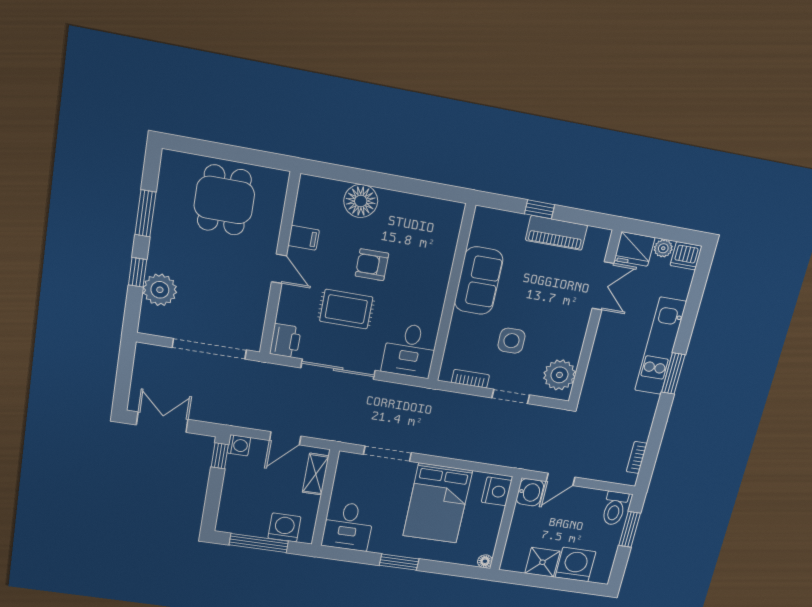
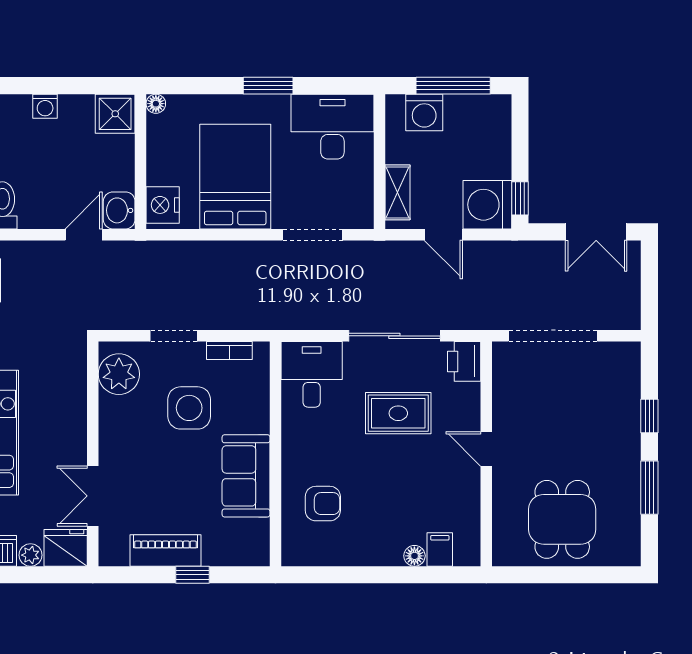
floor lamp: (361, 201) -> (414, 556), width x0.53, depth x0.53
filing cabinet: (304, 238) -> (440, 550), moved, turned 90
armchair: (372, 265) -> (323, 504), moved
plant: (160, 290) -> (621, 399), removed
side table: (511, 341) -> (189, 408), width x1.37, depth x1.37
door: (285, 438) -> (443, 235), swing flipped
washing machine: (239, 445) -> (487, 205), width x1.89, depth x1.89
desk: (348, 526) -> (332, 127), width x1.37
shower: (542, 562) -> (115, 114), moved
washing machine: (575, 565) -> (45, 106), width x0.53, depth x0.53

